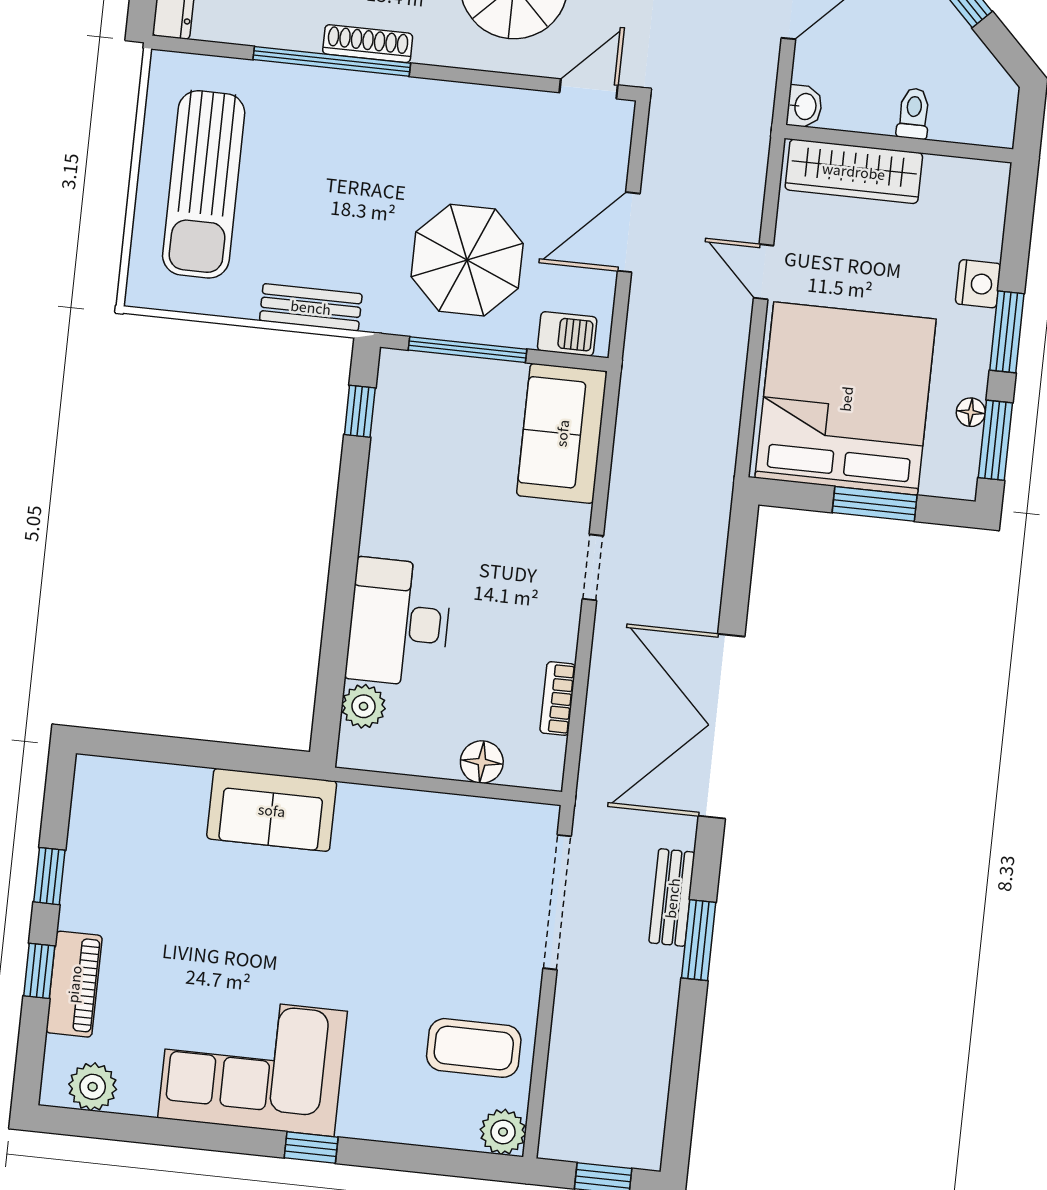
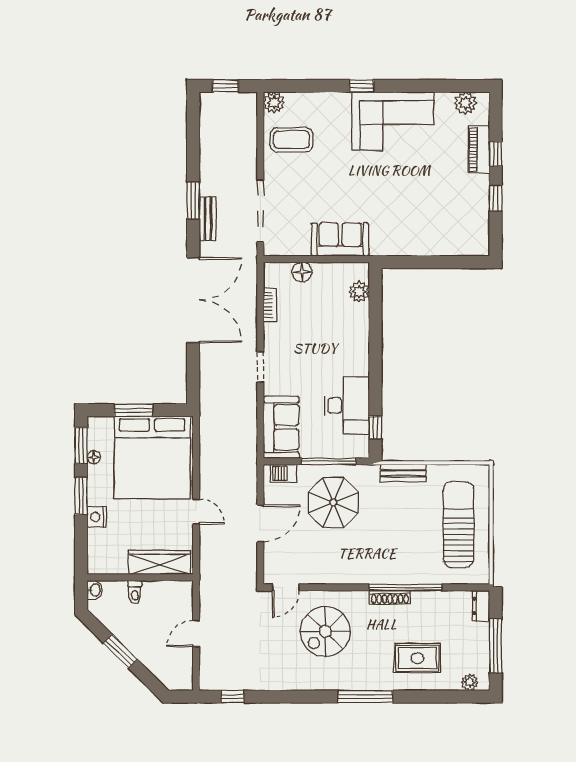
washbasin: (804, 106) -> (95, 590), moved, turned 180
desk: (399, 622) -> (347, 406), moved
sofa: (272, 810) -> (340, 239), moved

